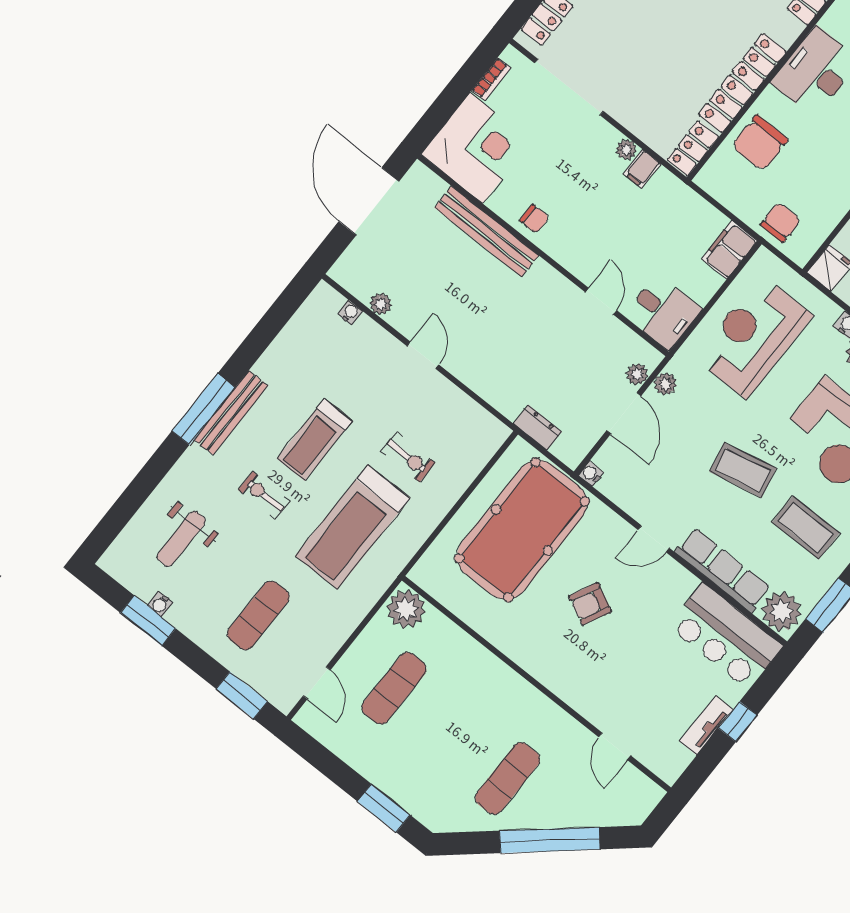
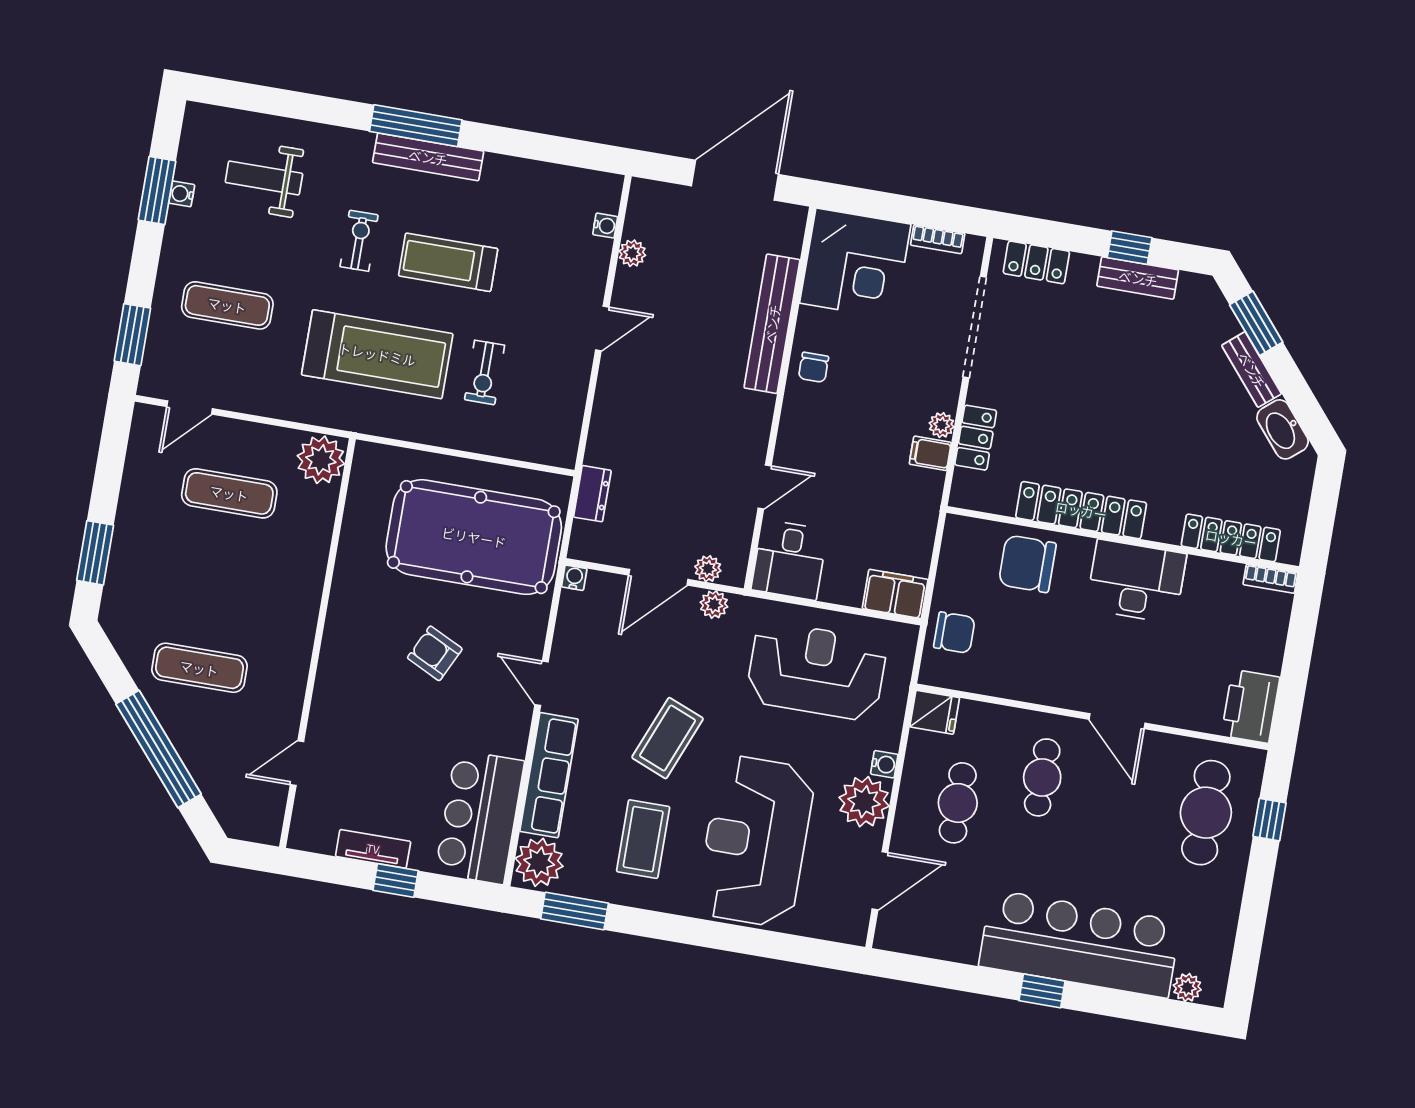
locker: (693, 148) -> (976, 438), moved, turned 90
coffee table: (743, 470) -> (668, 738), turned 34
treadmill: (353, 527) -> (377, 354), turned 180

